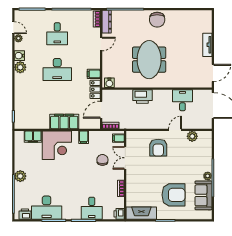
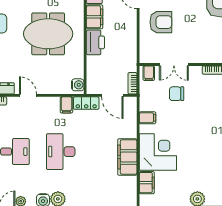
desk: (57, 69) -> (61, 152), turned 180
filing cabinet: (162, 96) -> (95, 17), added
filing cabinet: (64, 121) -> (127, 157), moved

